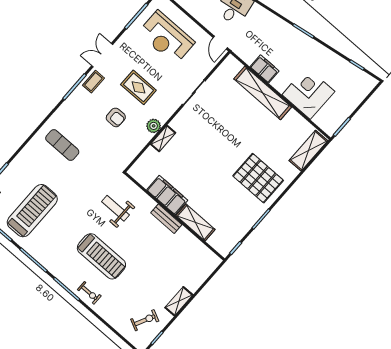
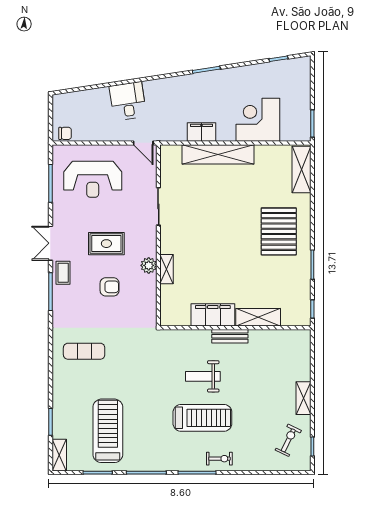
pallet: (258, 178) -> (279, 231), turned 90
weight bench: (115, 208) -> (203, 376), moved

